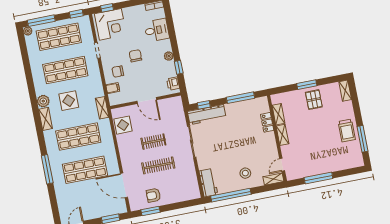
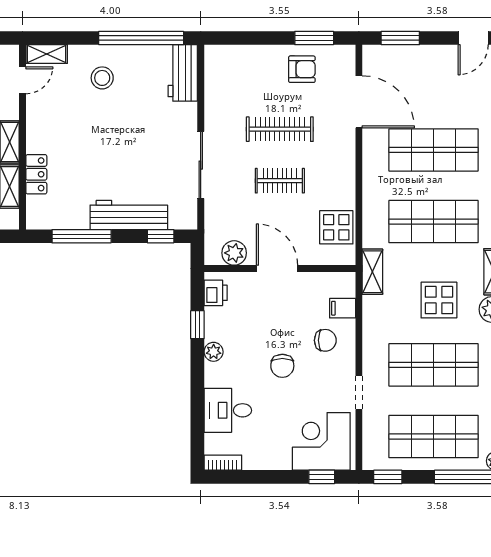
plant: (168, 104) -> (234, 253), added
workbench: (207, 115) -> (129, 215), moved

